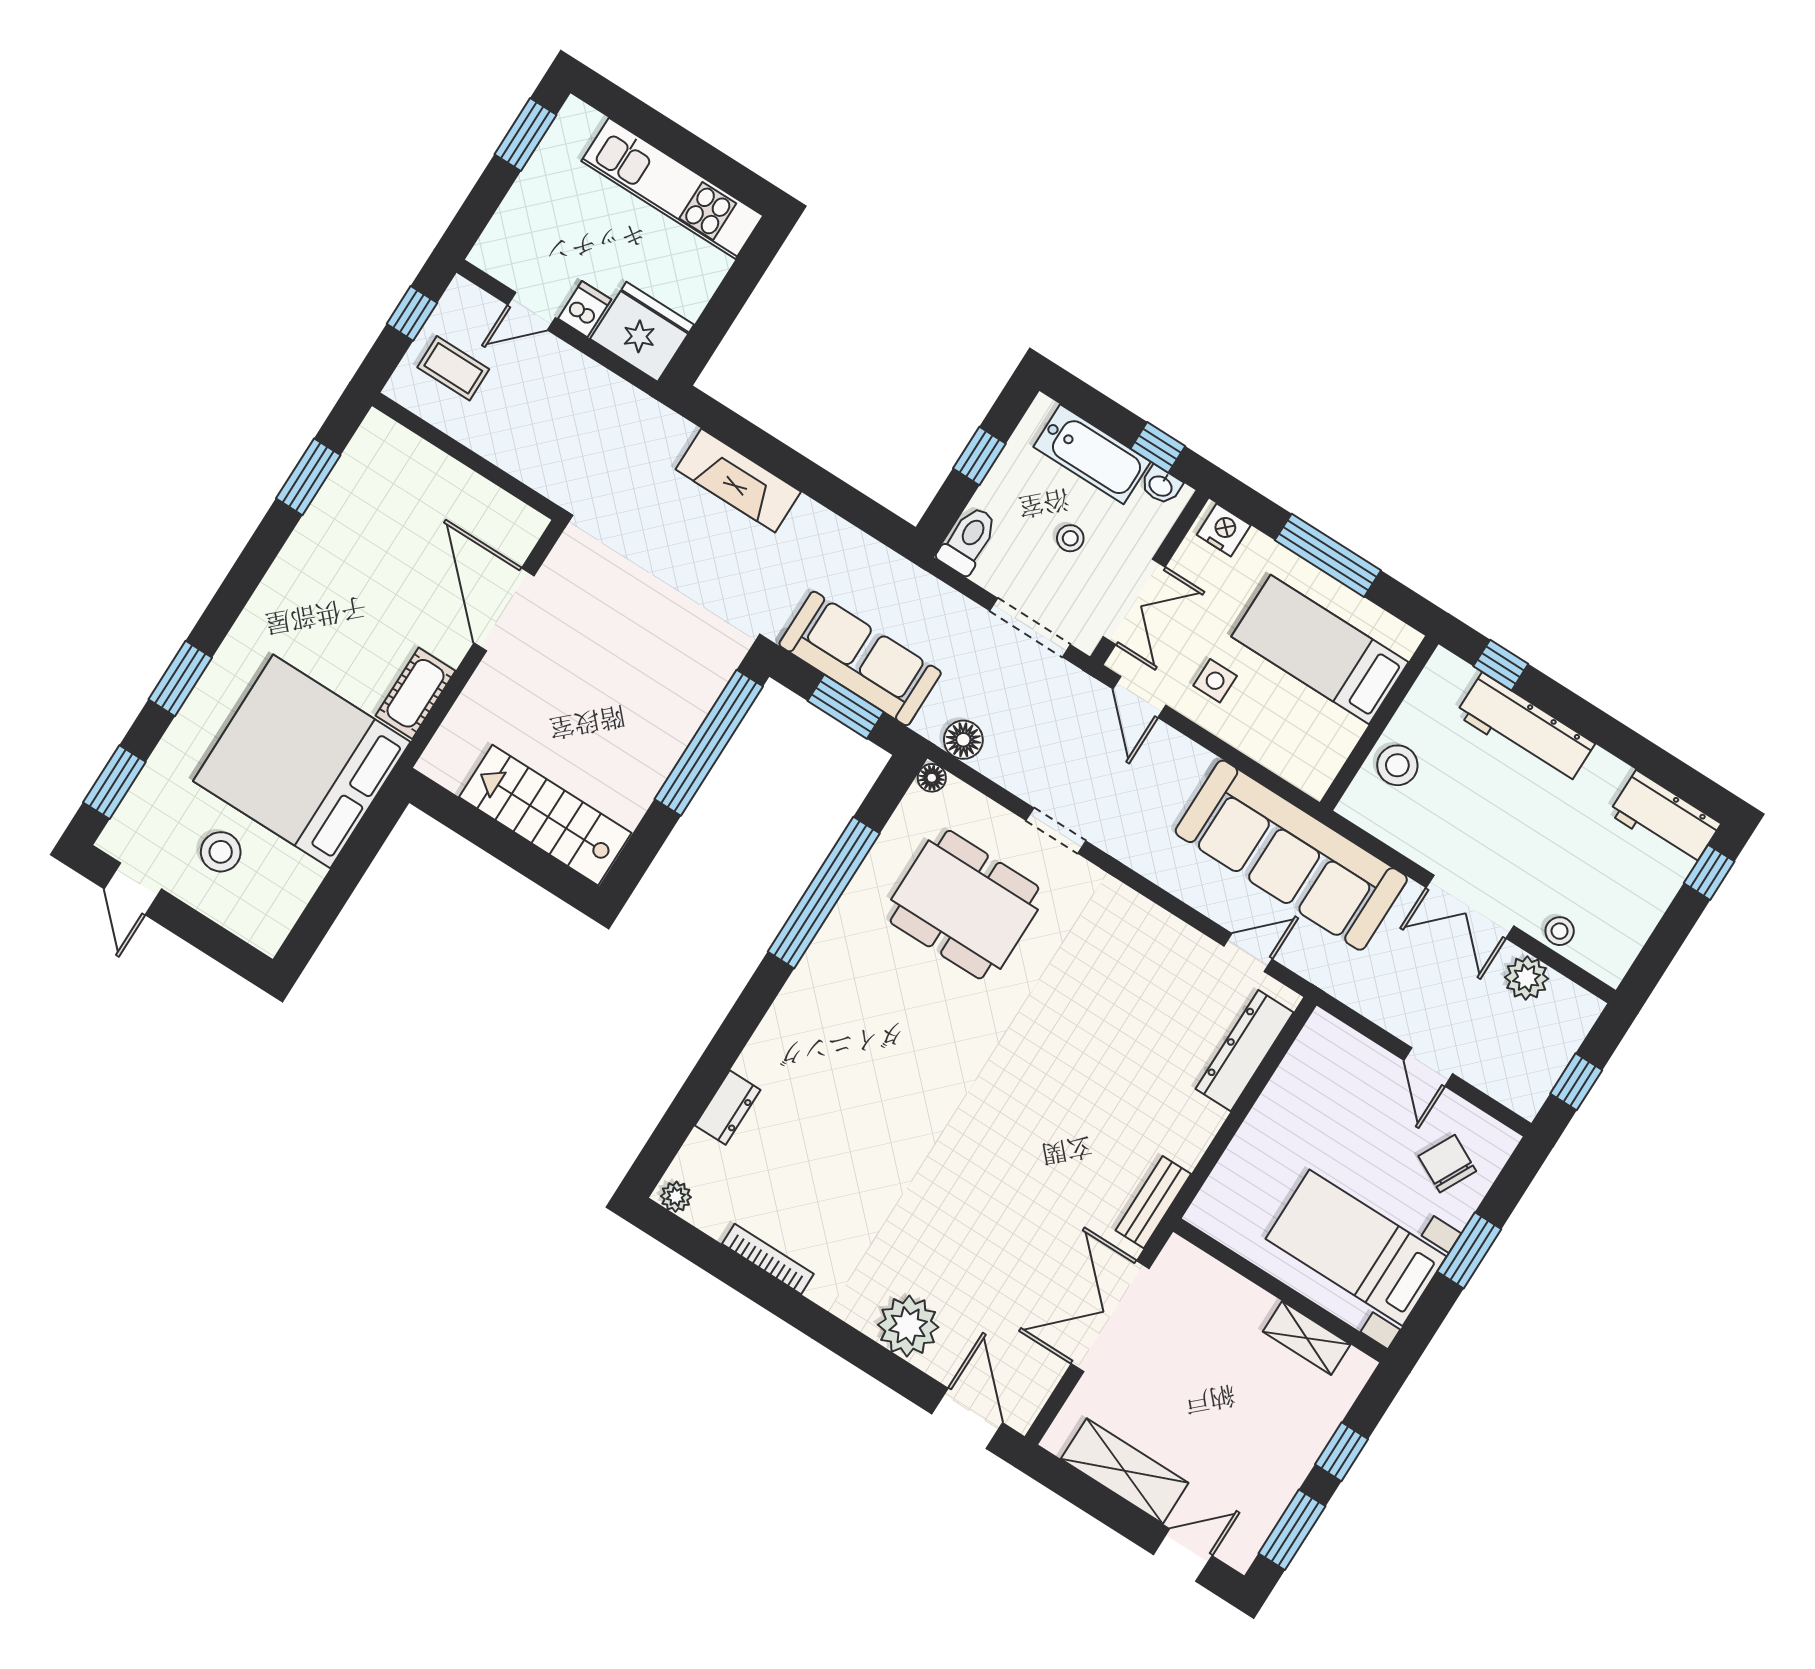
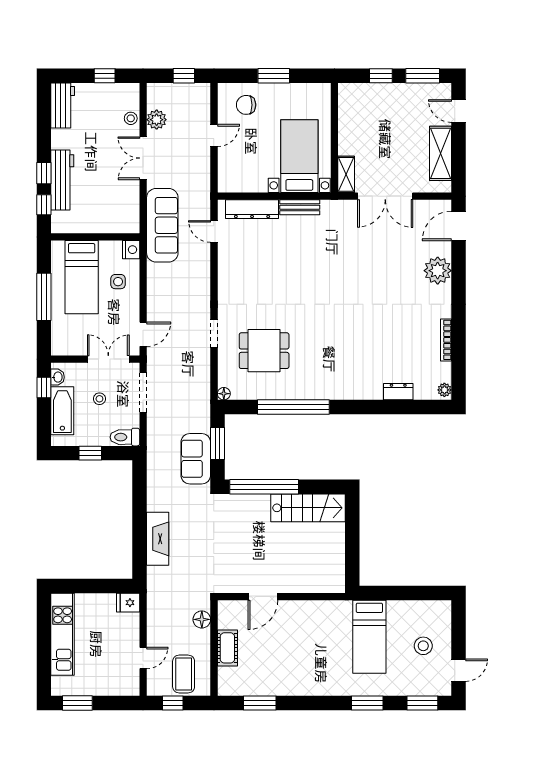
dishwasher: (585, 309) -> (129, 638), removed
door: (532, 311) -> (143, 658), hinge flipped
fridge: (642, 332) -> (128, 603), width x0.53, depth x0.75
coffee table: (453, 368) -> (184, 674), width x1.36, depth x1.30
nightstand: (1224, 530) -> (131, 250), moved, turned 180
door: (504, 609) -> (263, 597), width x0.73
sofa: (860, 659) -> (196, 459), width x0.73
side table: (1215, 681) -> (118, 282), moved
cot: (416, 693) -> (227, 648), moved, turned 90
window: (1560, 703) -> (44, 173), added
floor lamp: (963, 740) -> (202, 619), moved
bed: (302, 761) -> (369, 637), width x0.49
stool: (1397, 765) -> (107, 220), removed
stairs: (545, 815) -> (308, 508), moved, turned -90
sofa: (1291, 855) -> (162, 225), width x0.74, depth x0.79
window: (1709, 872) -> (105, 76), moved
dining table: (964, 905) -> (264, 351), width x0.73
double door: (1470, 907) -> (143, 158), swing flipped
chair: (1447, 1164) -> (246, 105), turned 63
bench: (1153, 1202) -> (300, 207), moved
bed with nightstands: (1356, 1248) -> (299, 156), moved, turned 180
shelving: (1307, 1338) -> (346, 174), moved

